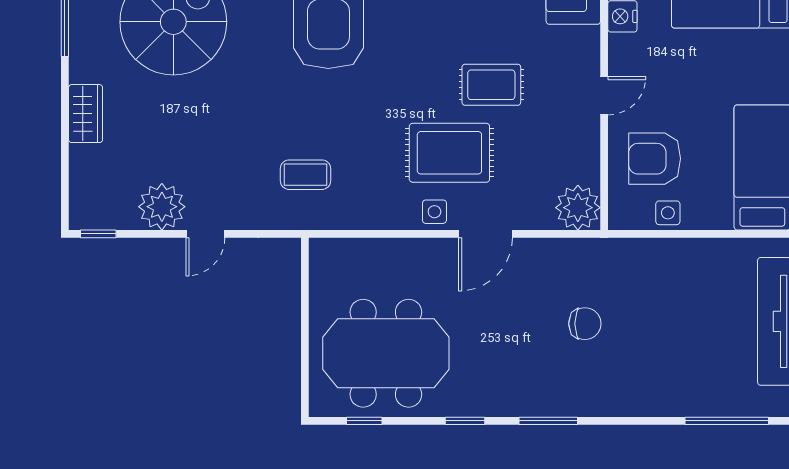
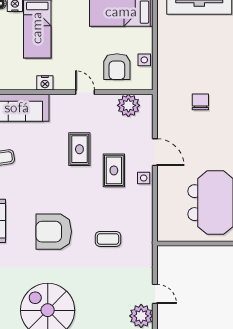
rug: (449, 153) -> (114, 170), width x0.73, depth x0.70
coffee table: (305, 175) -> (108, 239), moved, turned 90
plant: (578, 208) -> (128, 105), moved

